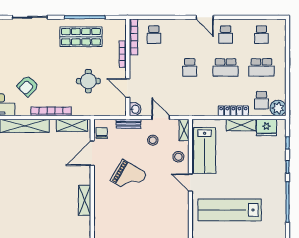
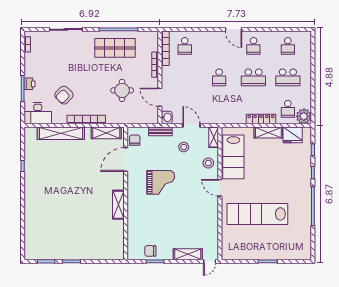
grand piano: (129, 177) -> (161, 182), turned -30

